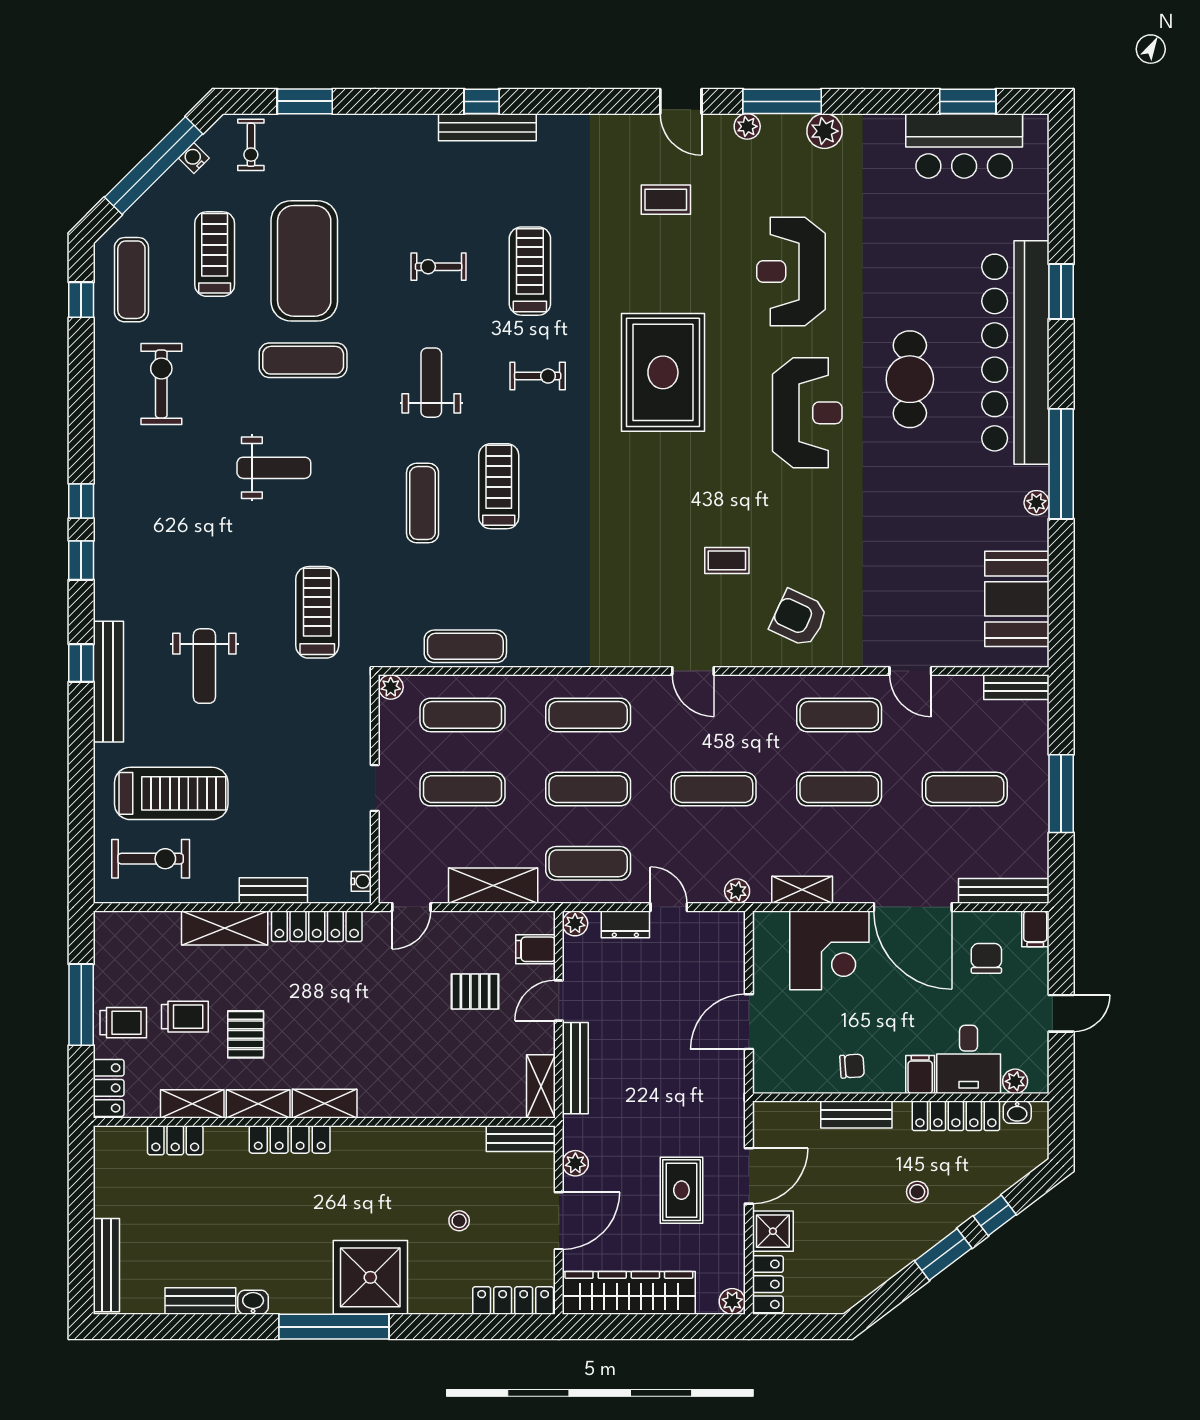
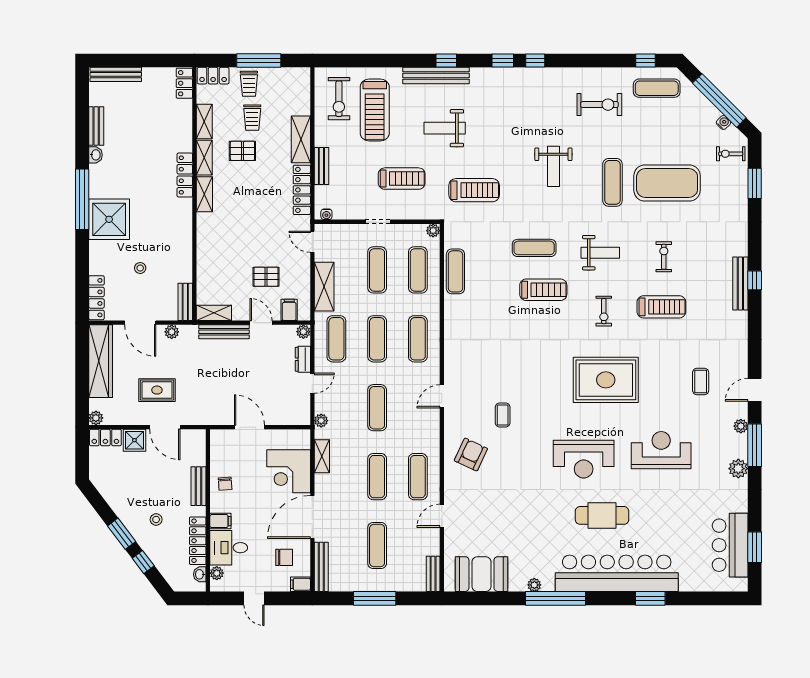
treadmill: (215, 254) -> (402, 179), moved
pallet: (475, 991) -> (266, 277), turned 90
locker: (175, 1140) -> (184, 83), moved

